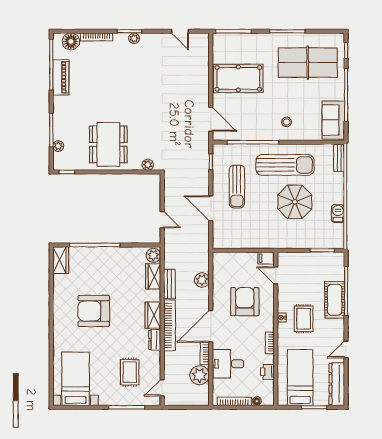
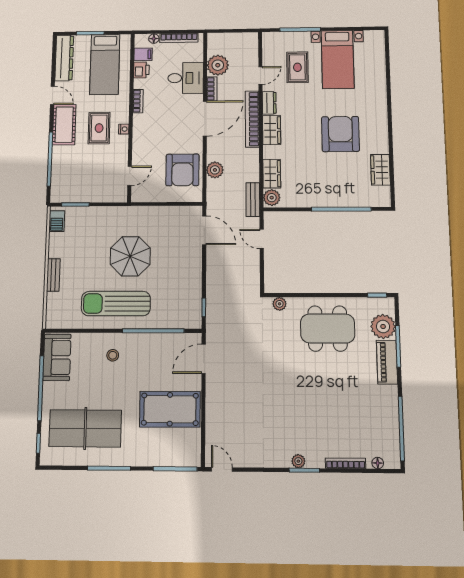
door: (180, 31) -> (222, 469), moved
floor lamp: (71, 41) -> (378, 463), width x0.53, depth x0.53
piano: (61, 77) -> (387, 362), moved
door: (211, 119) -> (204, 359), hinge flipped
dining table: (108, 144) -> (328, 329), turned 90
plant: (58, 146) -> (383, 326), width x1.88, depth x1.88
bench: (339, 158) -> (53, 275), moved
sun lounger: (237, 187) -> (173, 278), removed
parasol: (295, 202) -> (130, 256), moved
door: (211, 208) -> (204, 230), moved
barbecue: (338, 214) -> (57, 221), moved
filing cabinet: (266, 258) -> (143, 54), moved
wardrobe: (61, 260) -> (380, 170), moved
door: (276, 275) -> (130, 176), hinge flipped
bench: (169, 284) -> (253, 200), moved
cot: (335, 300) -> (64, 125), moved
armchair: (245, 302) -> (182, 170), moved
armchair: (94, 311) -> (340, 134), turned -90
door: (346, 349) -> (52, 95), hinge flipped
bed with nightstands: (76, 379) -> (338, 60), moved
door: (162, 388) -> (260, 75), moved

